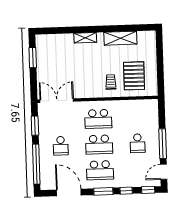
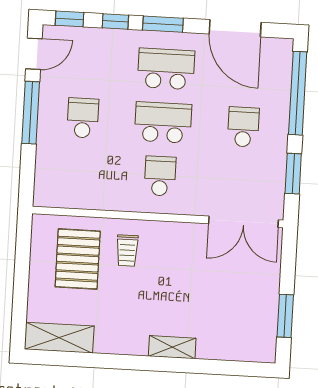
shelving: (120, 38) -> (59, 338), moved
school desk: (98, 119) -> (160, 176), width x0.54

